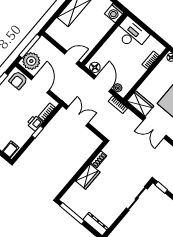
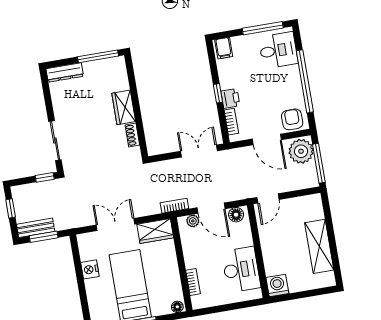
desk: (131, 34) -> (241, 270), moved, turned -90
double door: (77, 116) -> (199, 151), swing flipped

